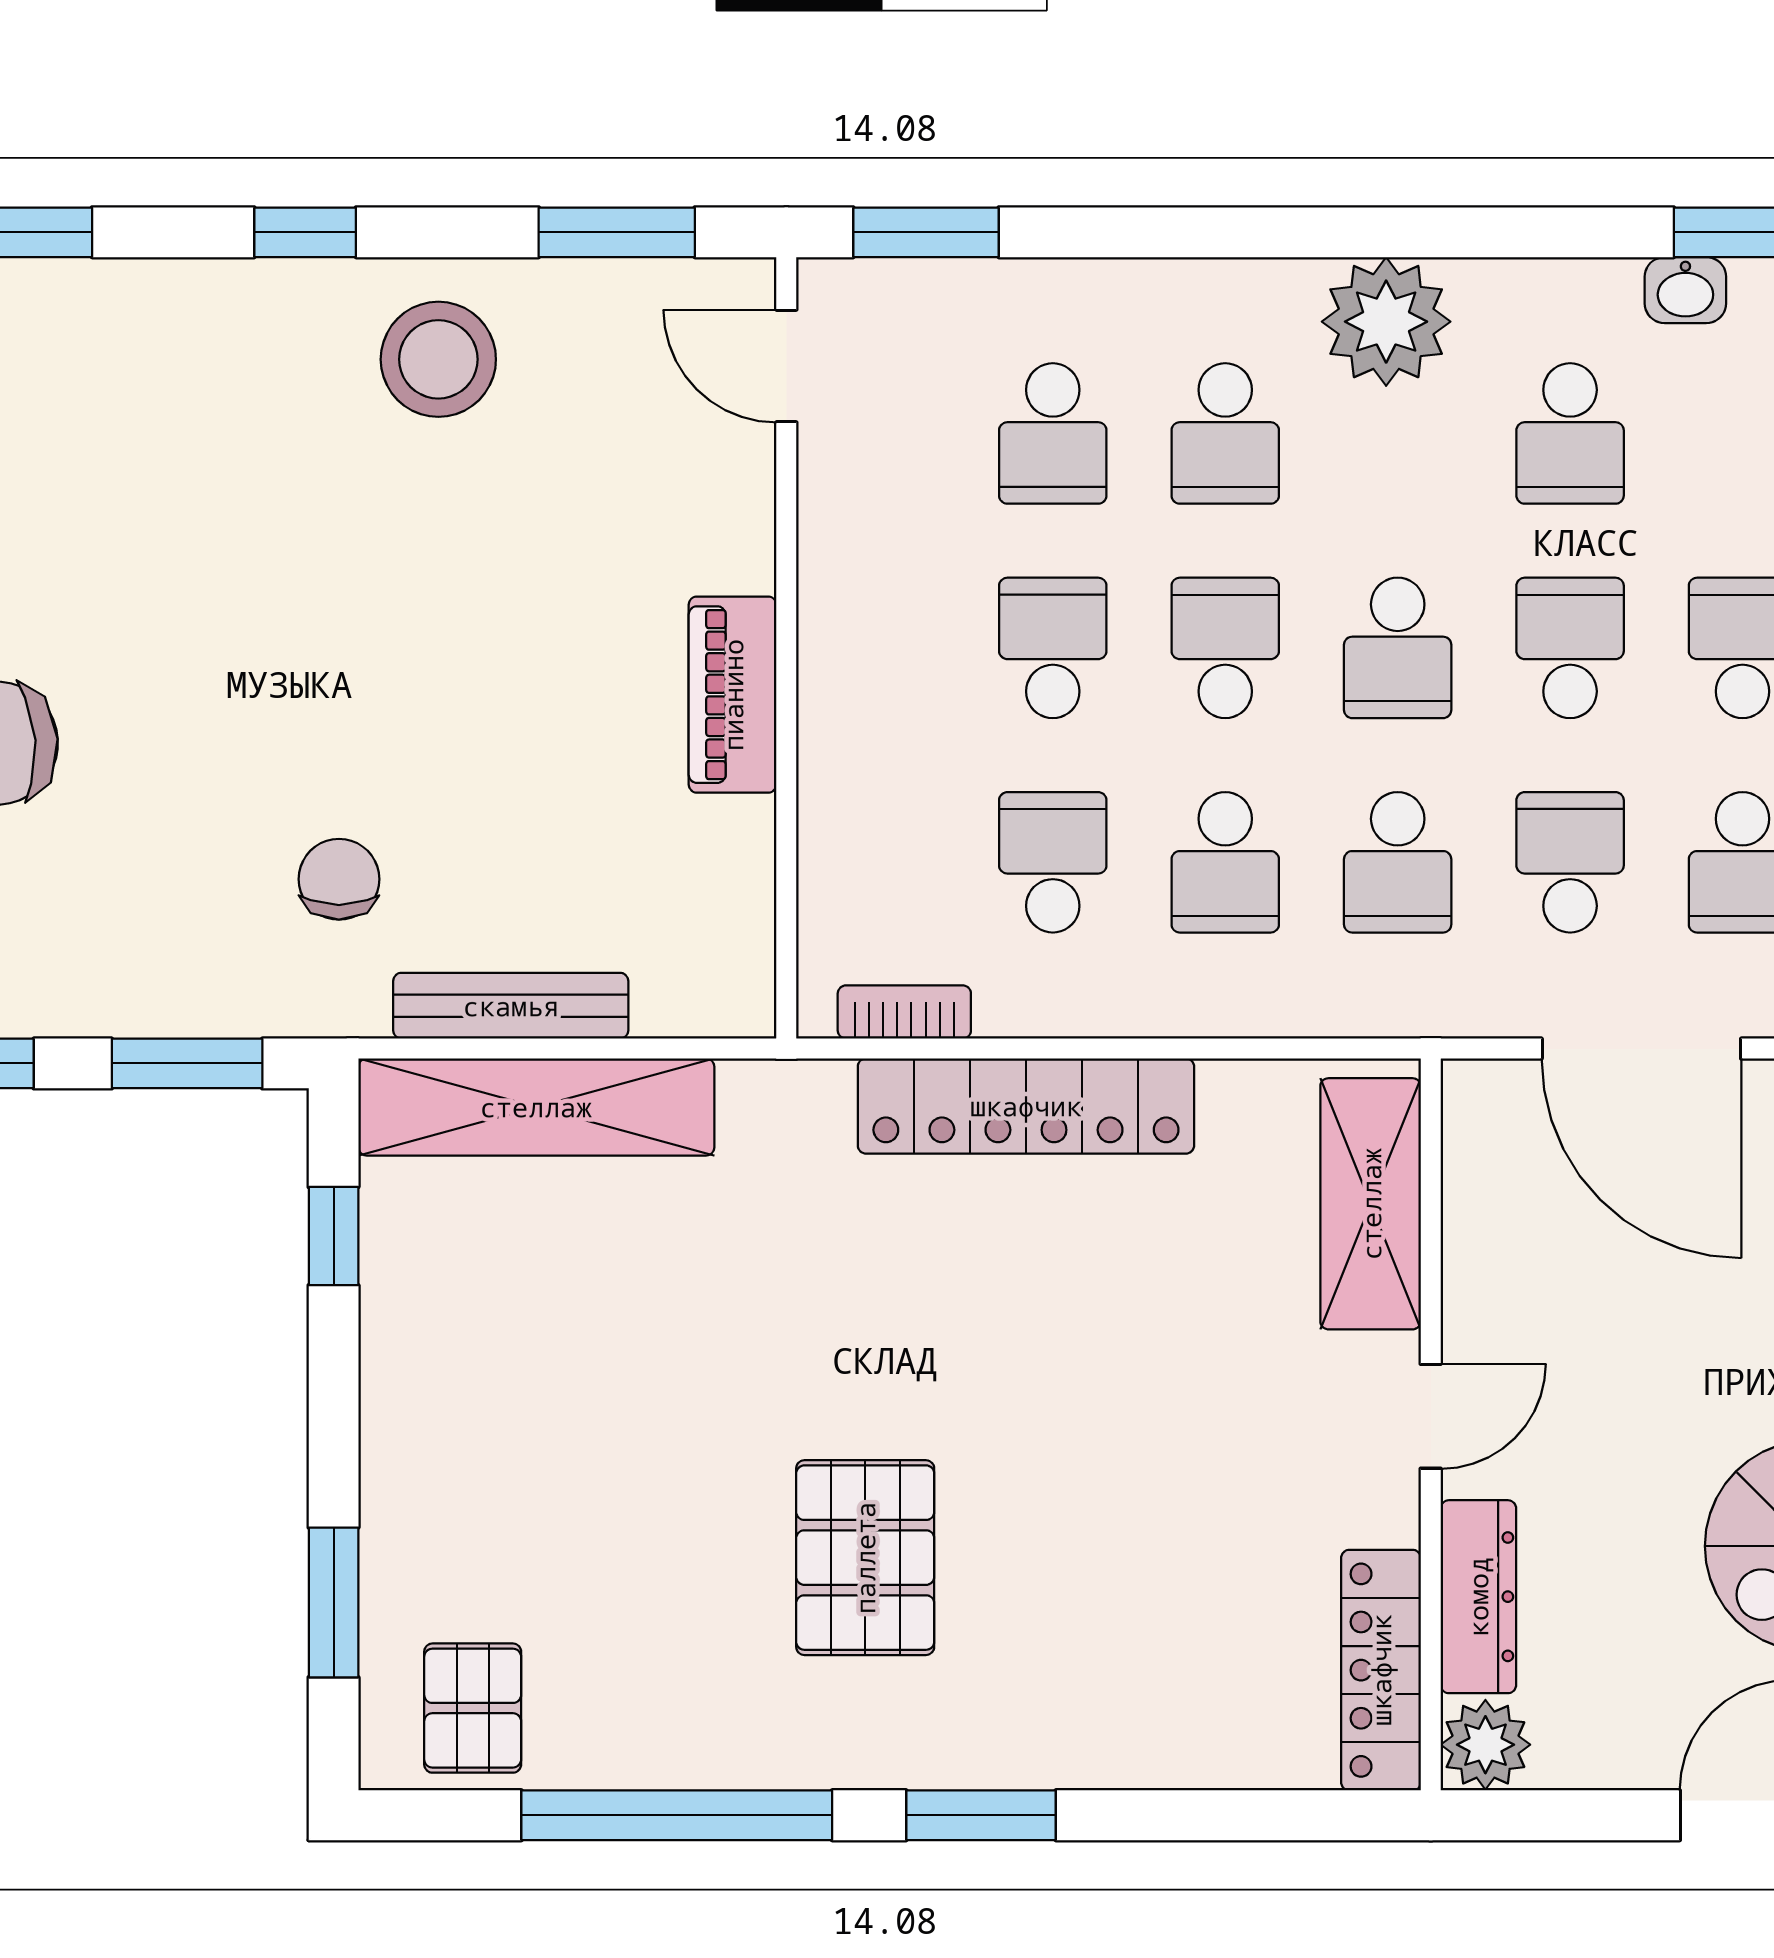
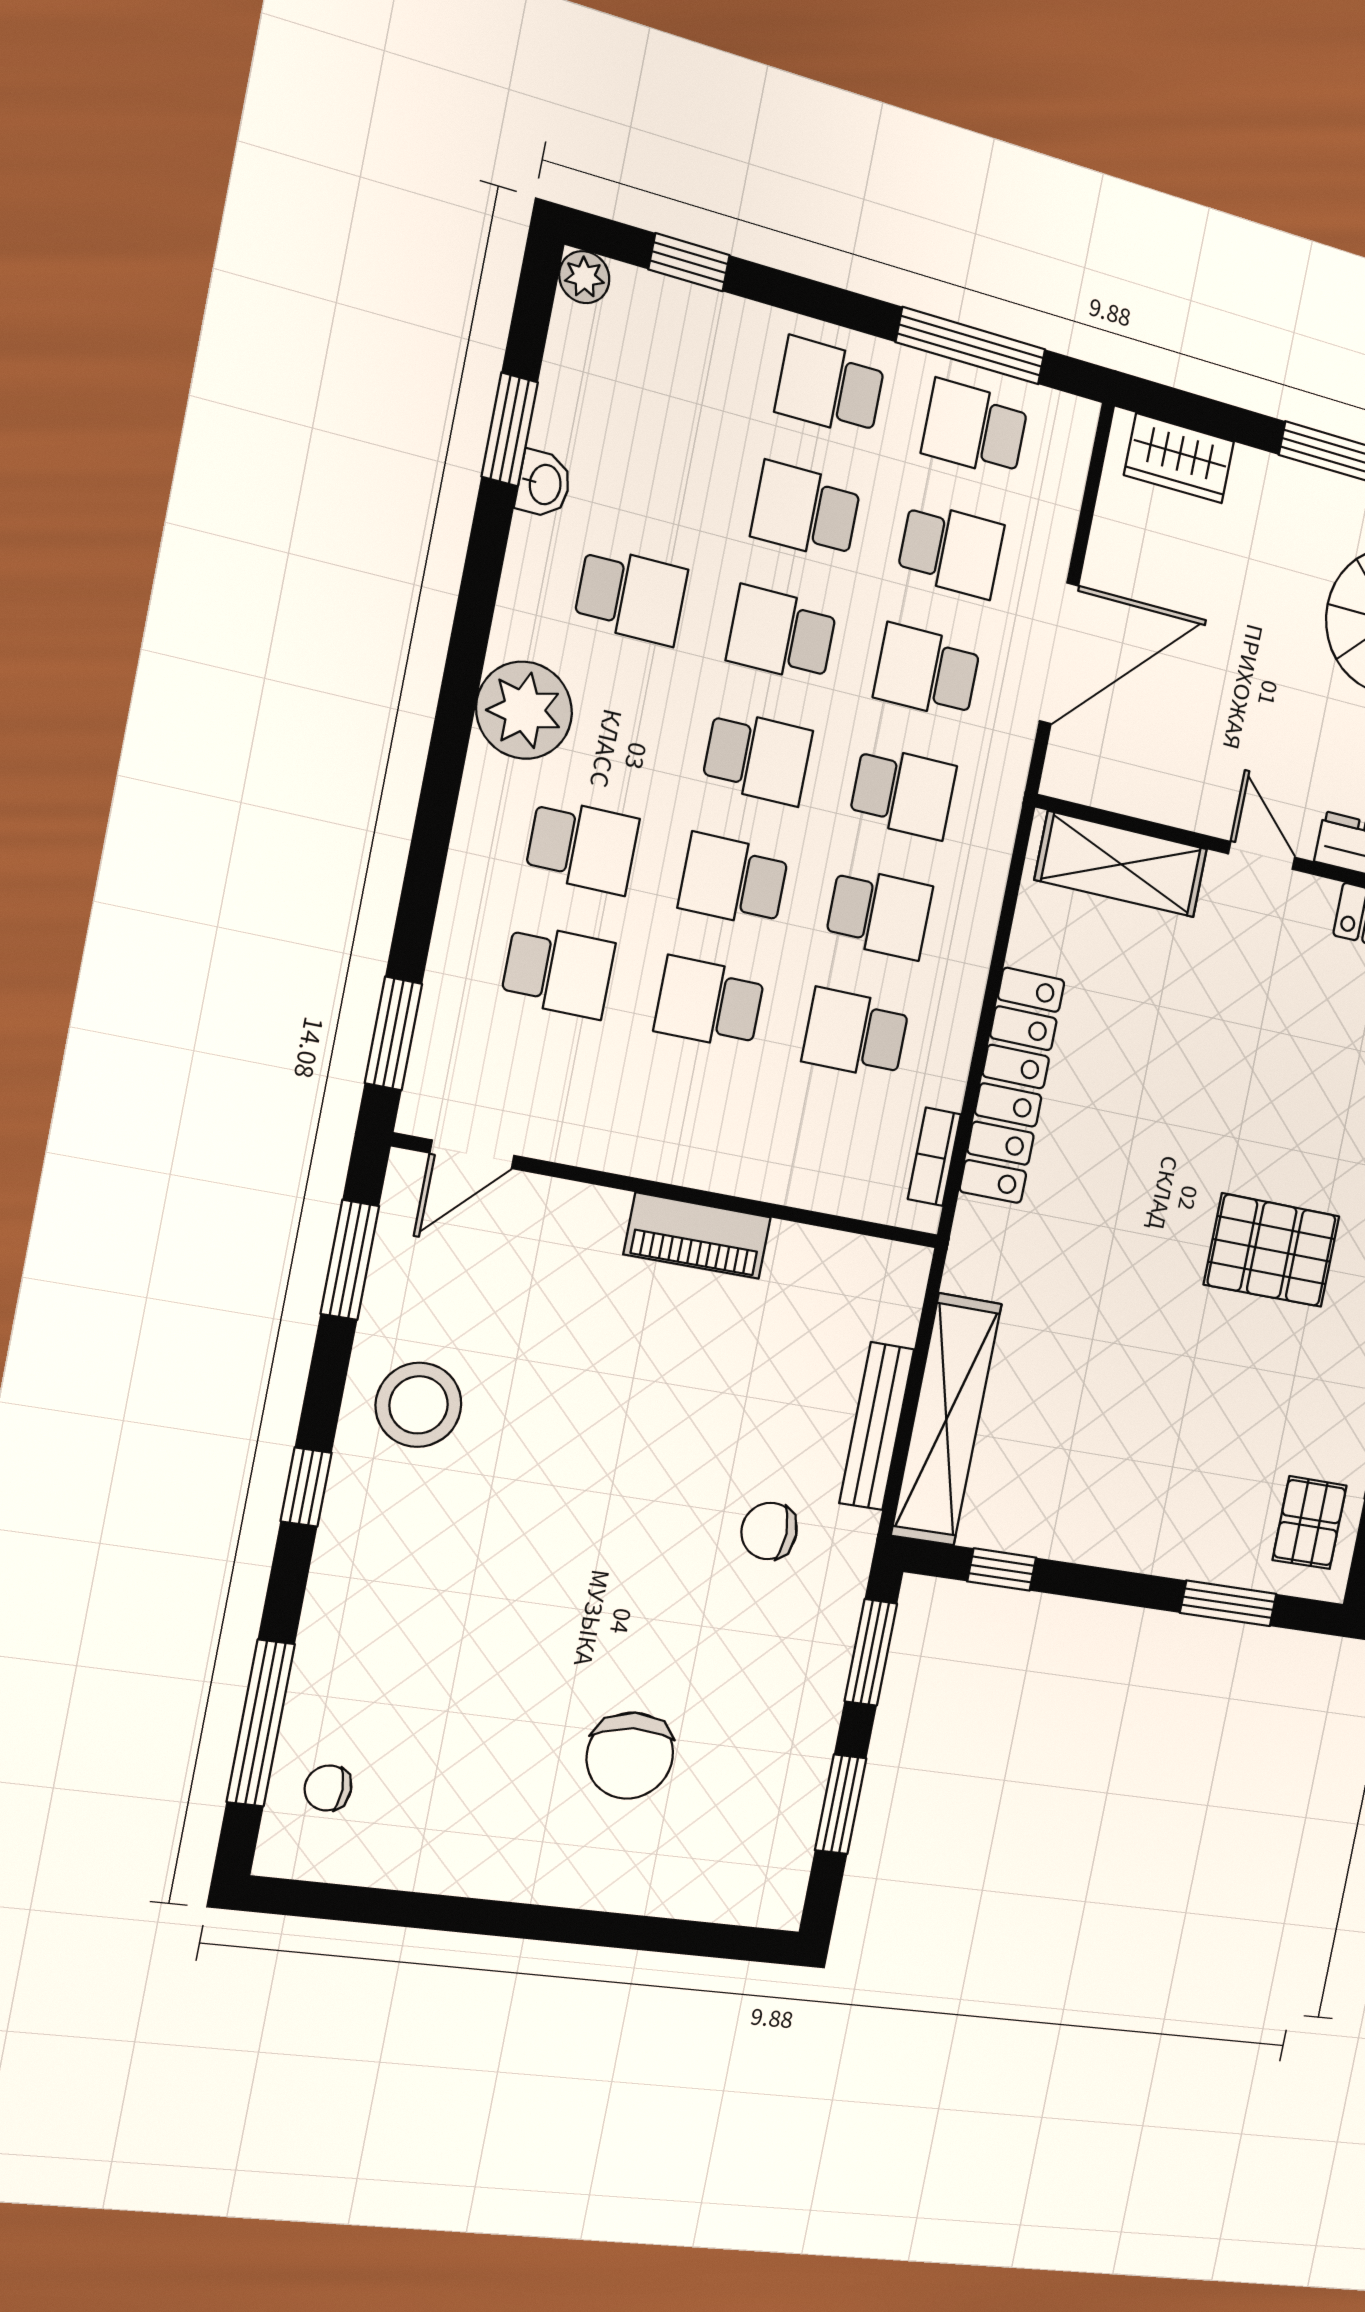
pallet: (473, 1708) -> (1310, 1523), turned 90

